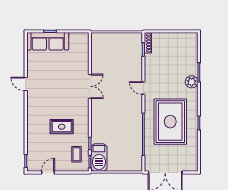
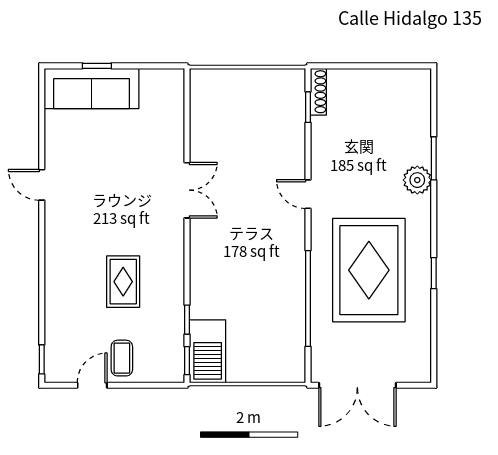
rug: (62, 127) -> (123, 282), turned 90
coffee table: (76, 154) -> (122, 358), moved

